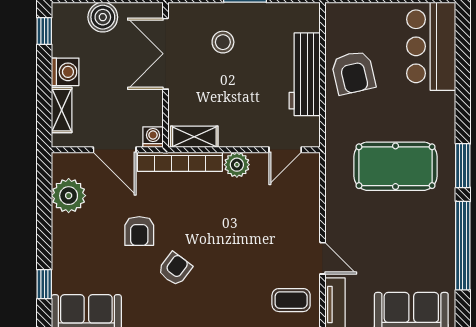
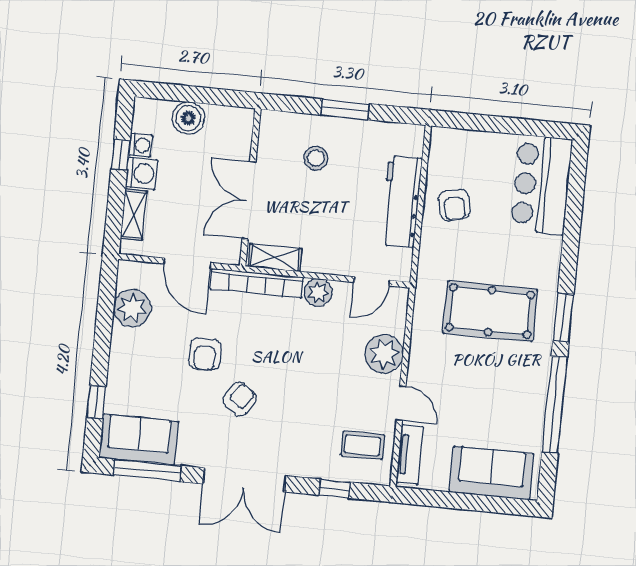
window: (44, 31) -> (121, 155), moved
double door: (166, 54) -> (249, 200), moved
armchair: (353, 73) -> (454, 205), width x0.72, depth x0.72
washing machine: (153, 137) -> (141, 145), moved, turned 90
plant: (303, 215) -> (384, 354), added

